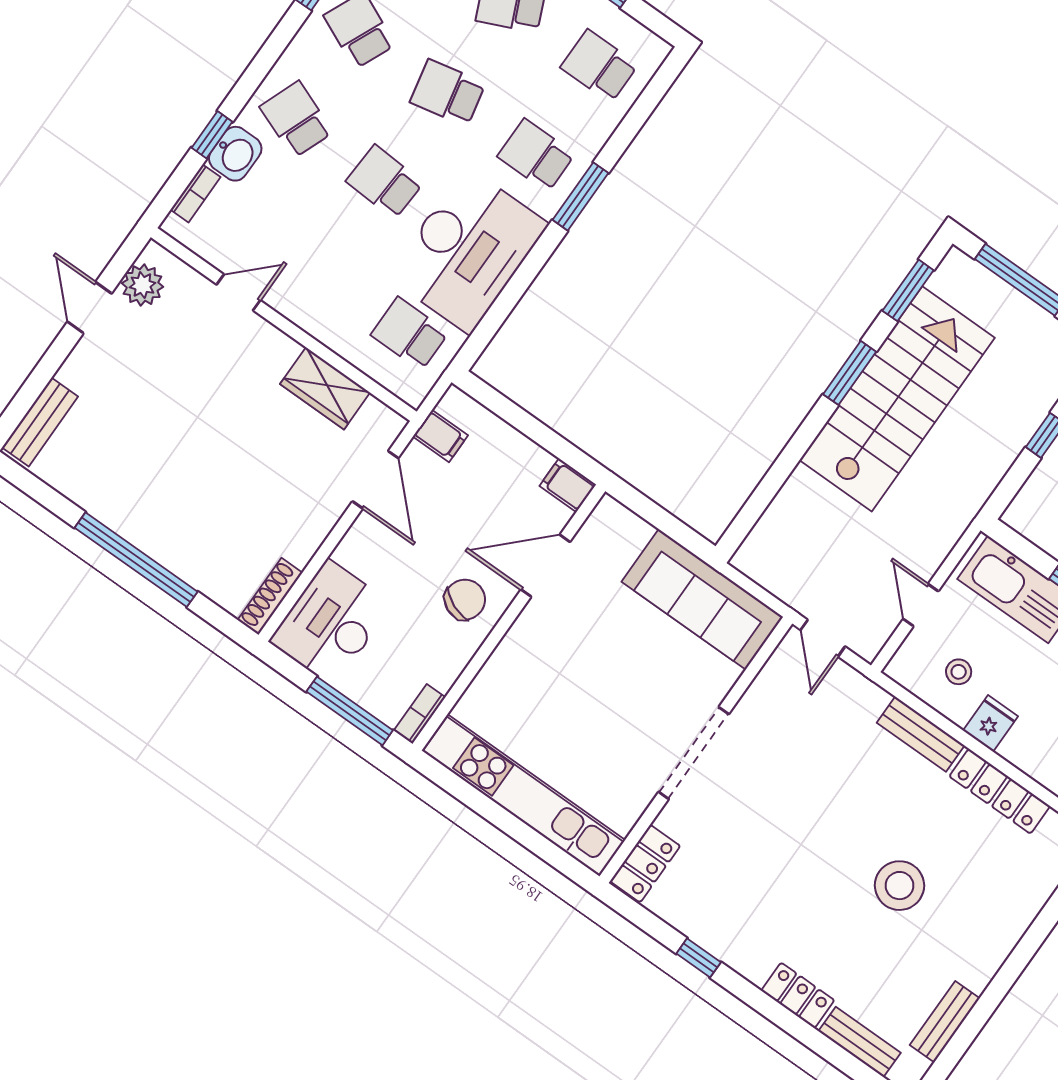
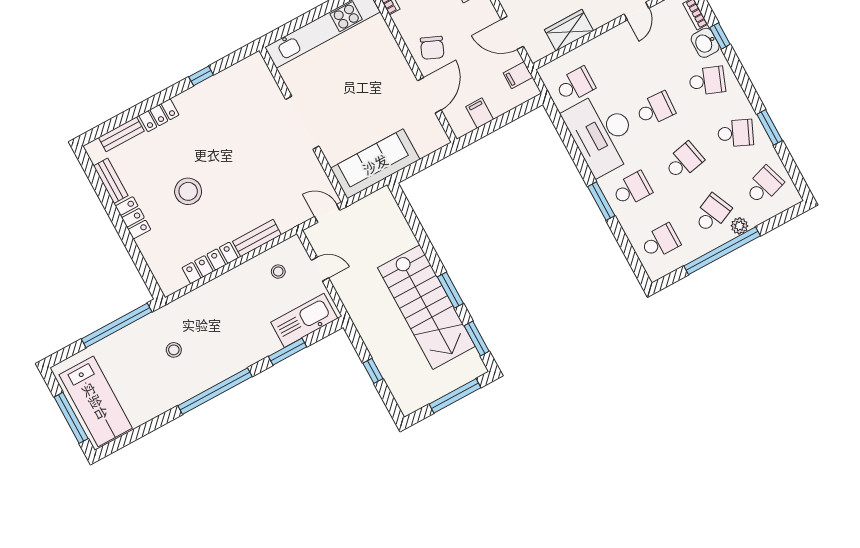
filing cabinet: (568, 485) -> (480, 113), moved, turned -90
fridge: (991, 723) -> (245, 275), removed
locker: (645, 864) -> (133, 218), moved, turned 180

